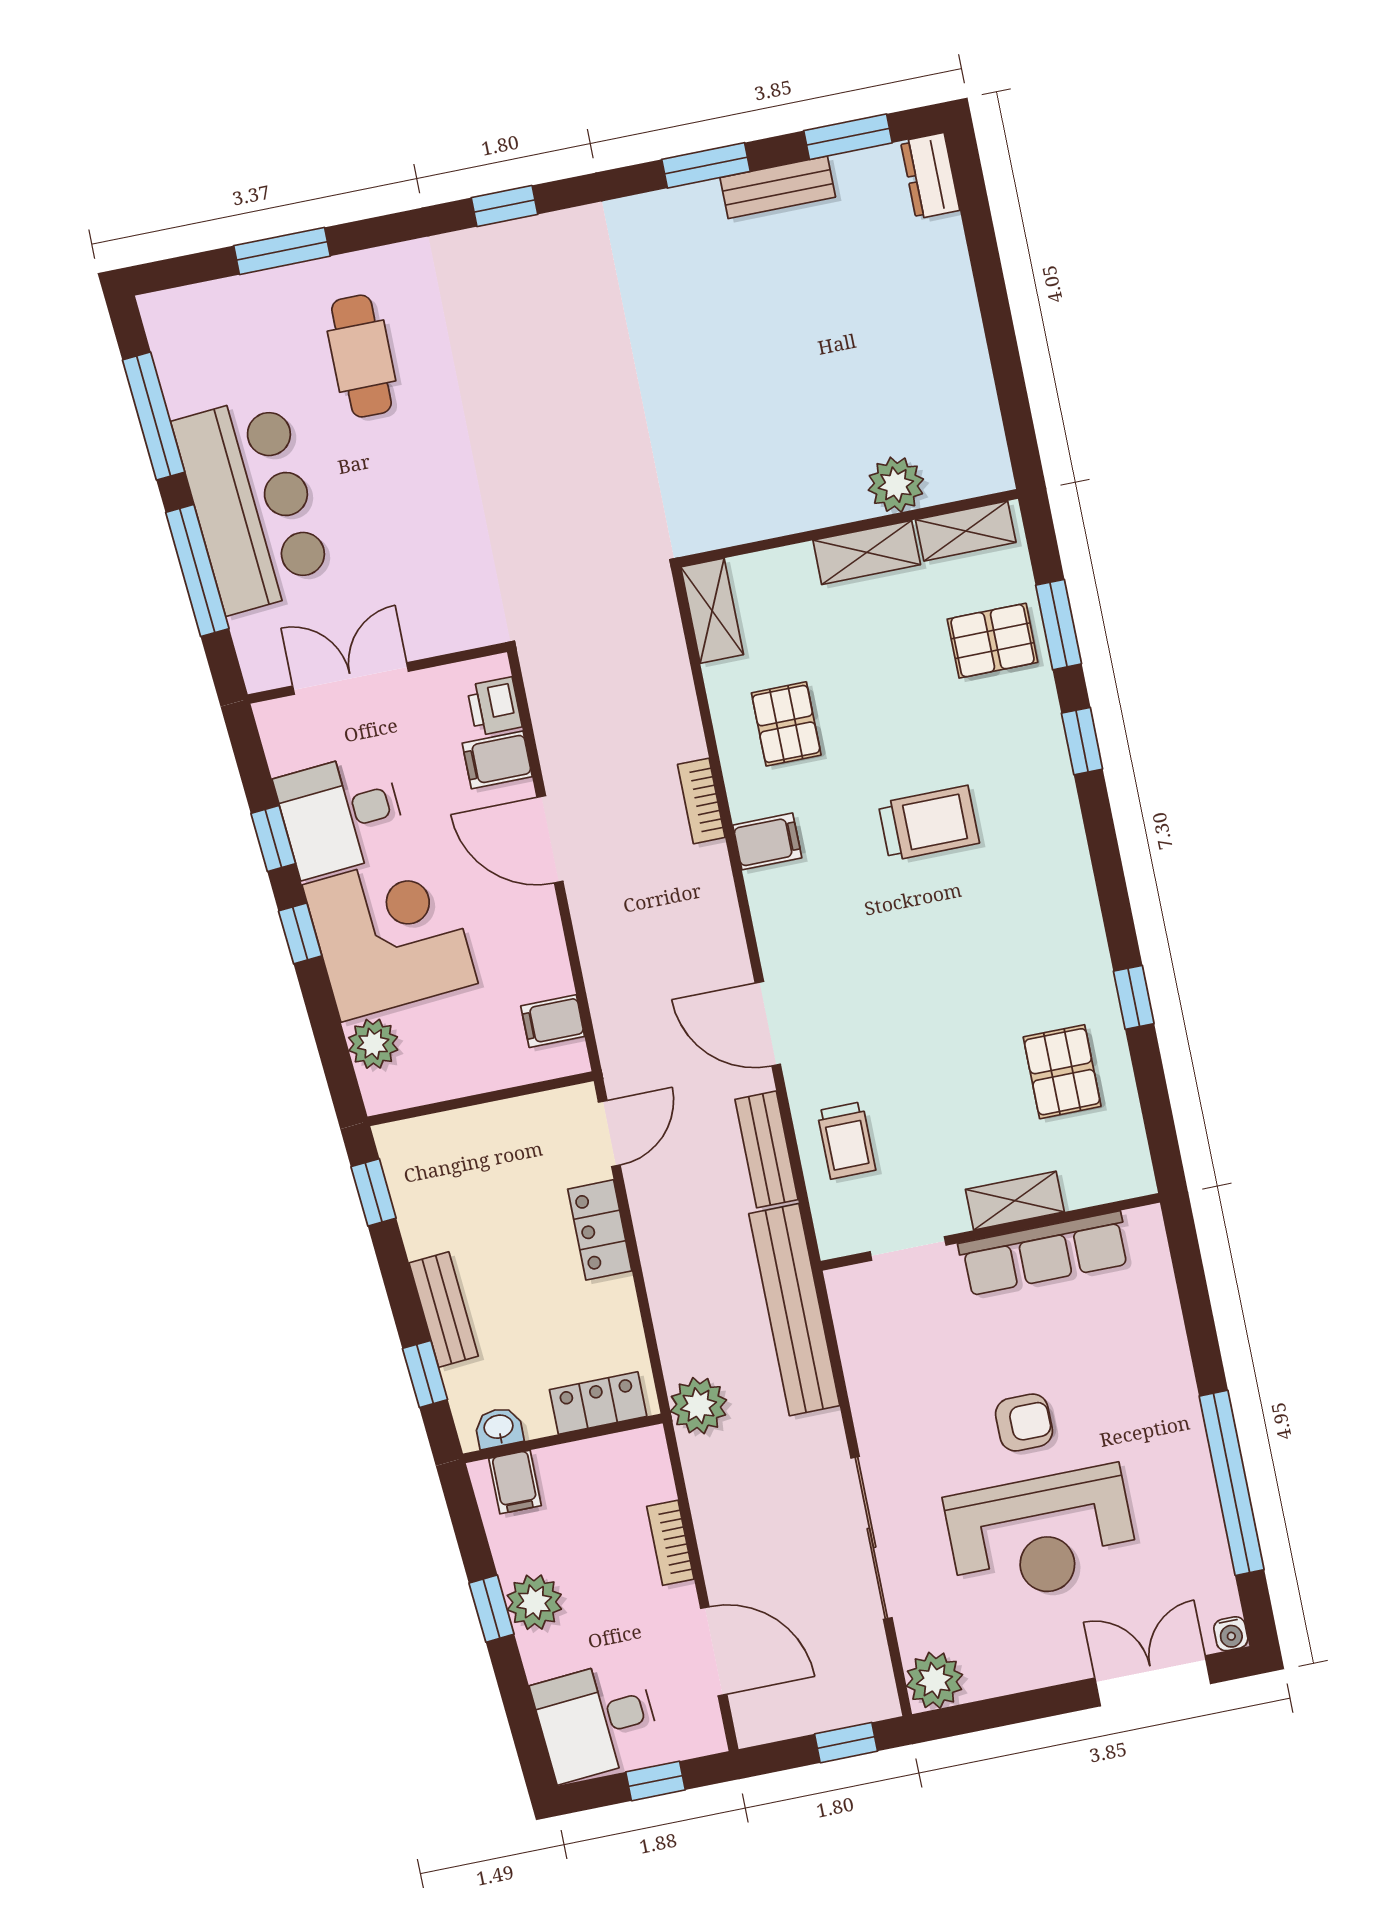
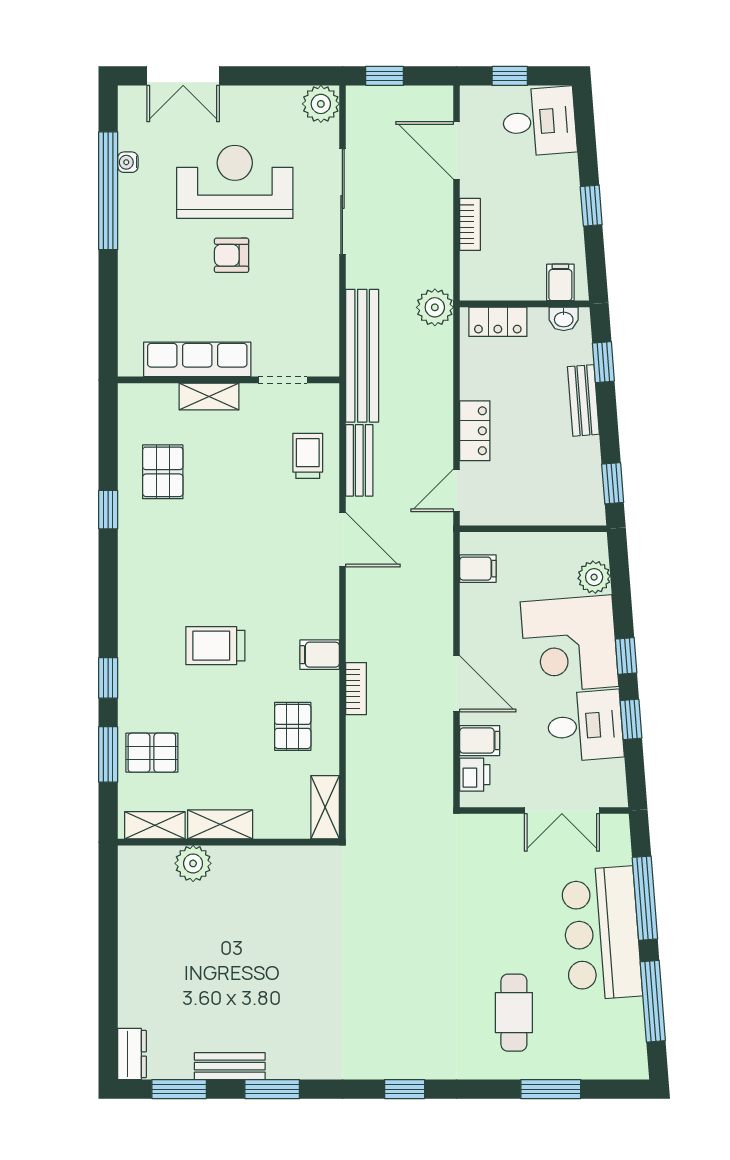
plant: (534, 1602) -> (563, 204), removed
water cooler: (1231, 1634) -> (128, 162), moved, turned -90

